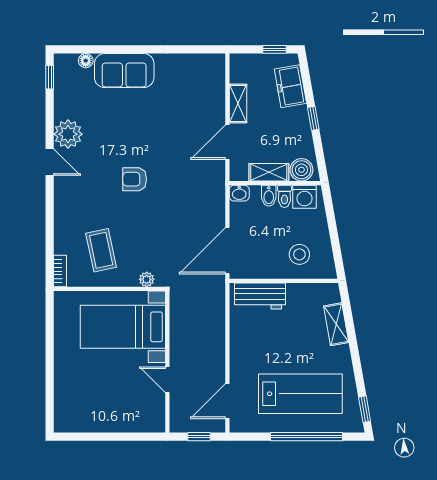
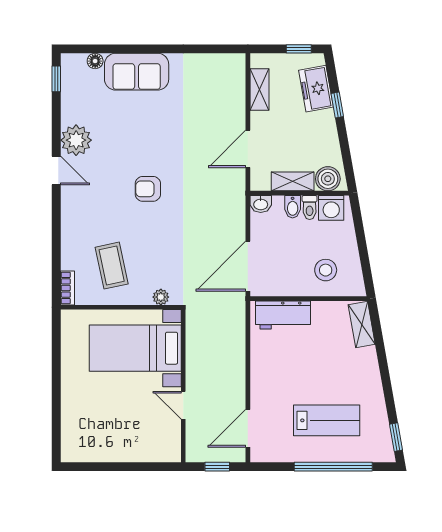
shelving: (238, 104) -> (259, 89), moved
window: (313, 118) -> (337, 105), moved
shelving: (336, 324) -> (362, 324), moved
lab bench: (300, 394) -> (327, 420), width x0.73, depth x0.72

